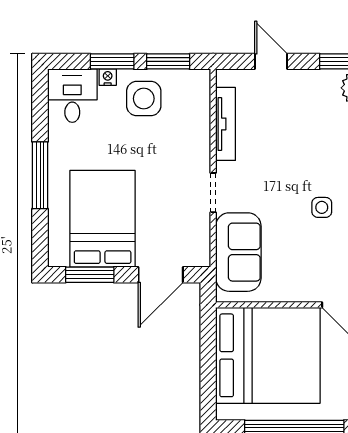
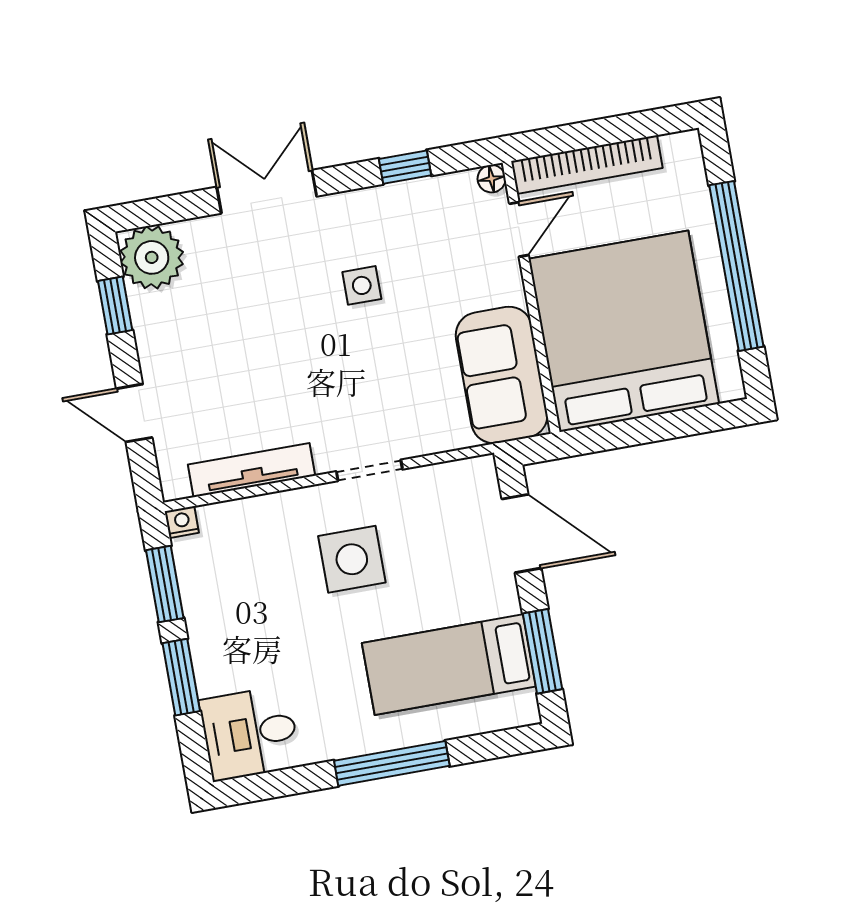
door: (271, 61) -> (134, 413), hinge flipped
nightstand: (108, 77) -> (182, 522), moved, turned 90
side table: (144, 99) -> (352, 559), moved
bed: (103, 219) -> (449, 665), width x0.67
sofa: (238, 252) -> (502, 375), moved, turned -90

